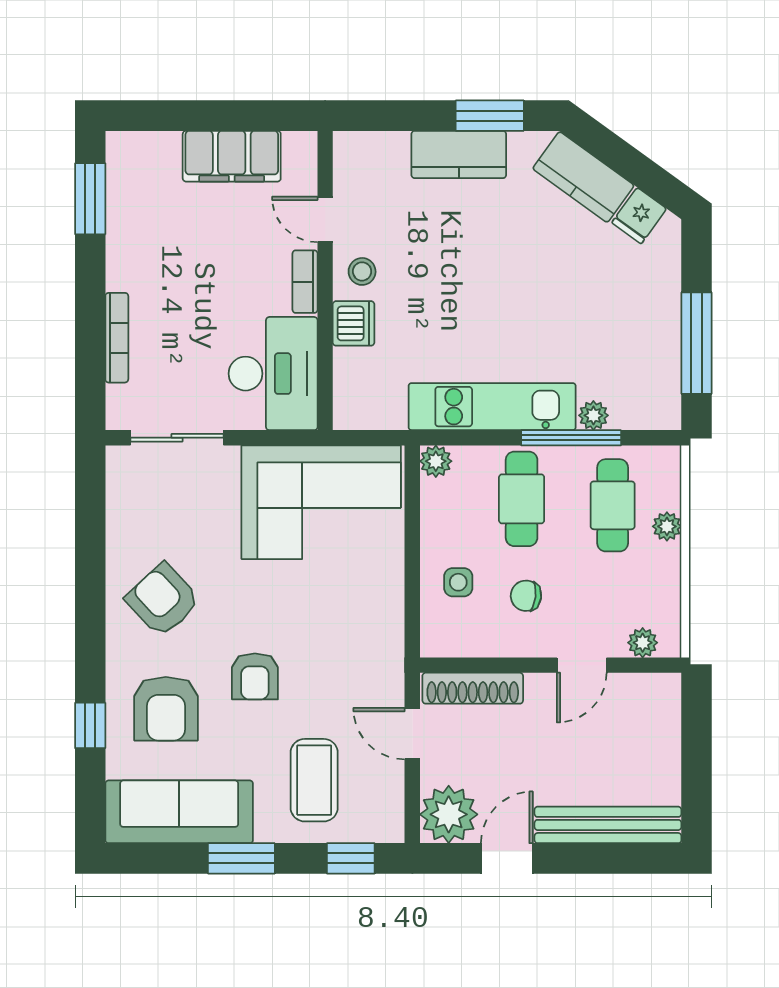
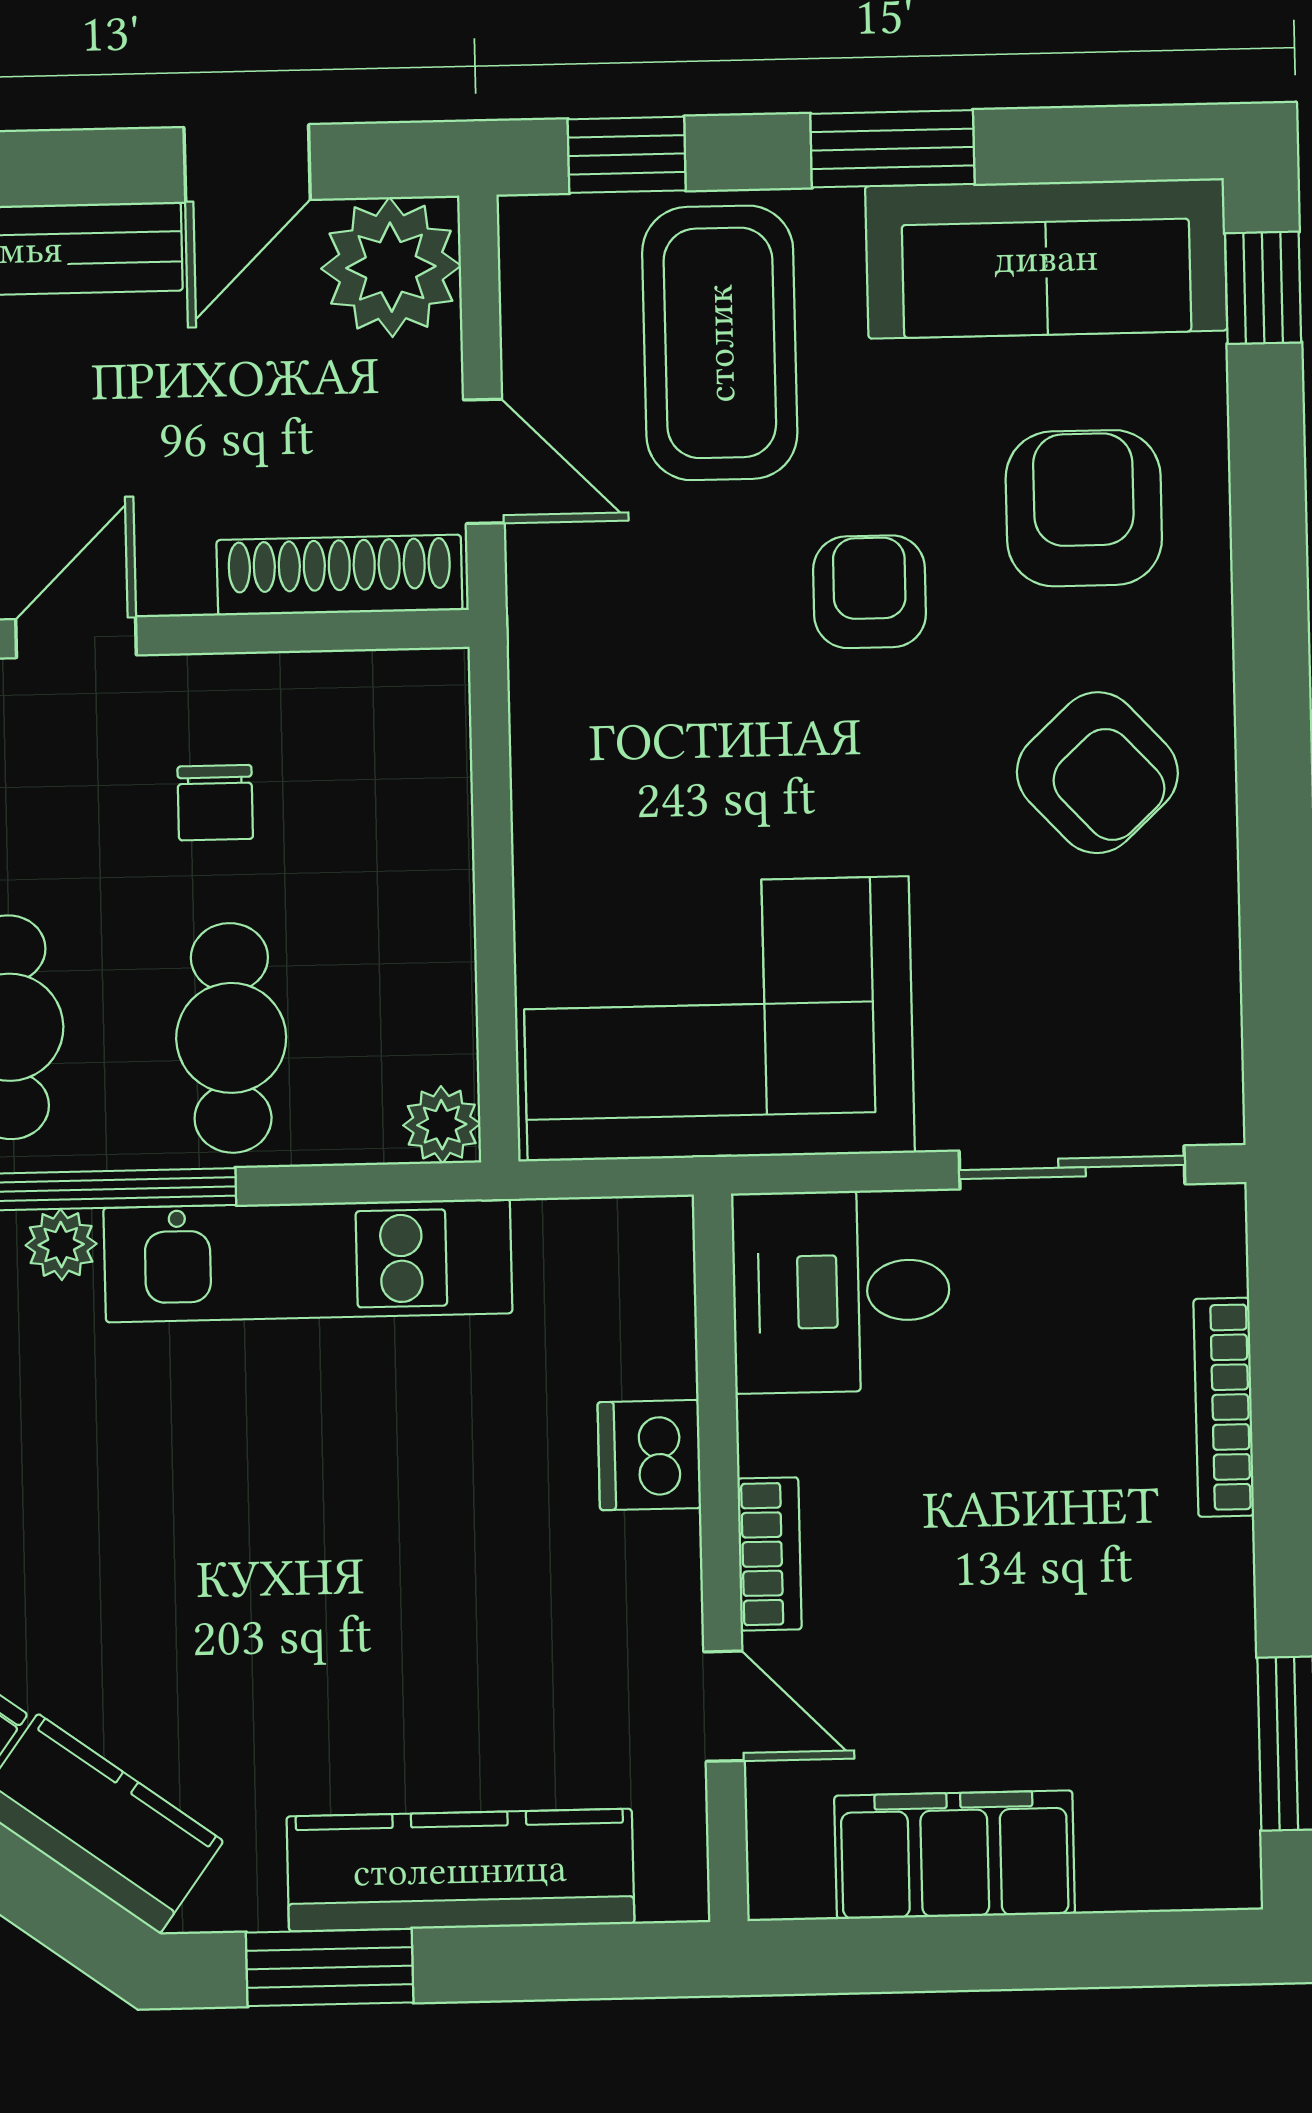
kitchen counter: (459, 154) -> (460, 1870), width x1.50
stool: (362, 271) -> (632, 1582), removed
desk: (273, 374) -> (841, 1291), width x0.73
side table: (458, 582) -> (381, 832), removed
chair: (526, 596) -> (215, 803), turned 83
window: (90, 725) -> (1263, 288), moved
coffee table: (314, 780) -> (720, 343), width x1.36, depth x1.32

